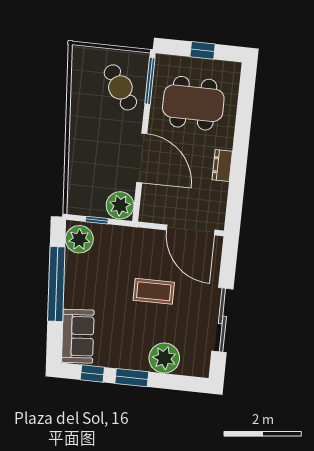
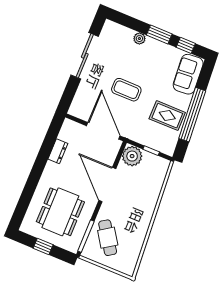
dining table: (193, 103) -> (60, 212), turned 90
dresser: (222, 165) -> (58, 151), moved
door: (191, 230) -> (103, 131), moved
plant: (79, 239) -> (167, 141), removed
rug: (89, 273) -> (167, 116), added
plant: (164, 358) -> (139, 39), width x0.53, depth x0.53

